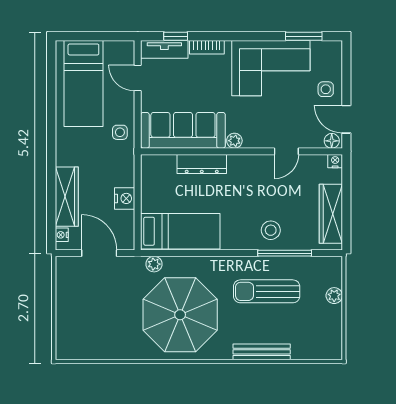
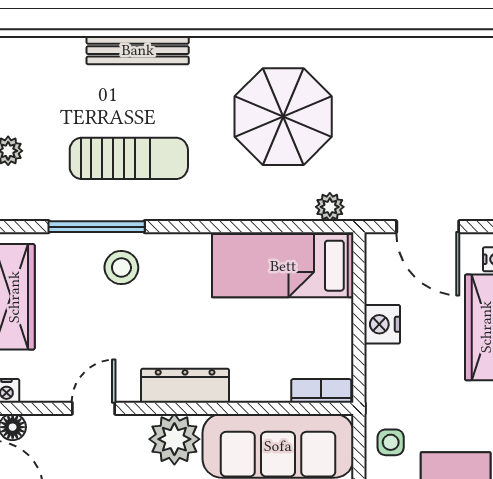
plant: (234, 141) -> (174, 439), width x1.87, depth x1.87
bookcase: (159, 161) -> (321, 391), added
dresser: (202, 164) -> (185, 386), moved
parasol: (180, 315) -> (283, 117), width x0.73, depth x0.73

